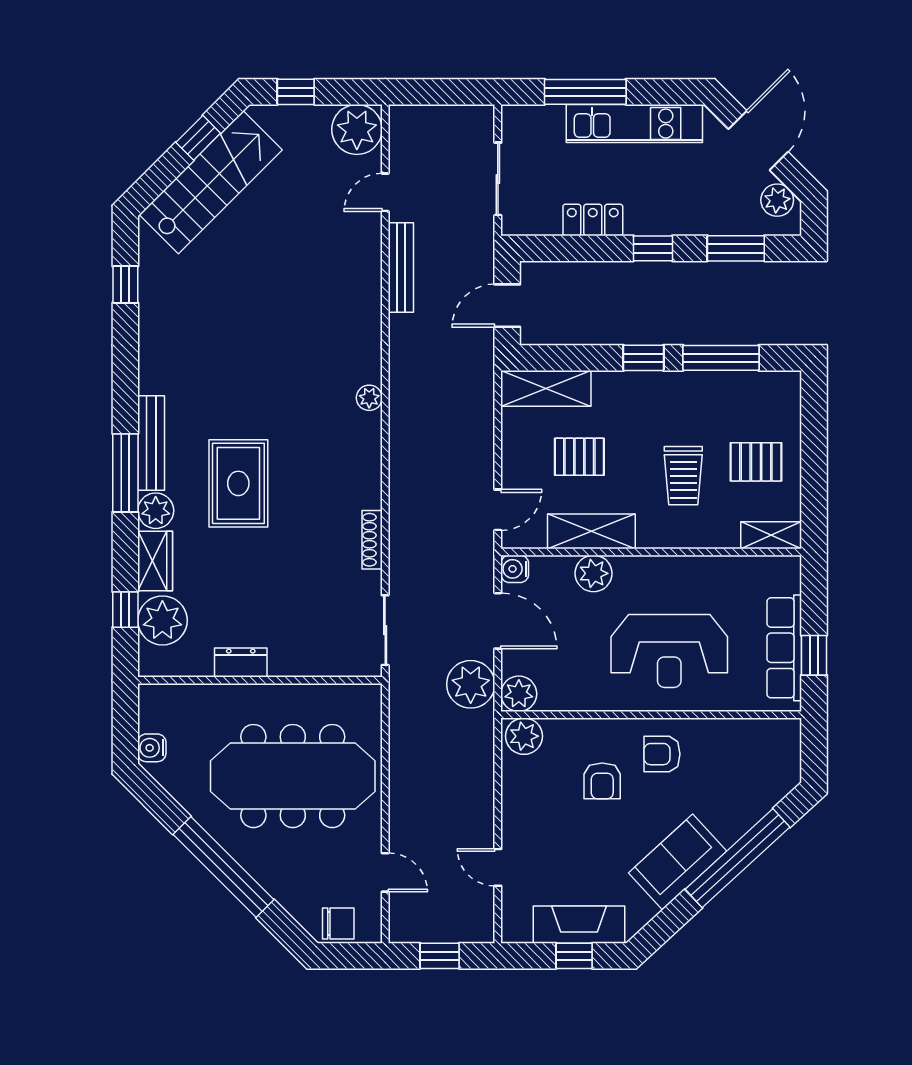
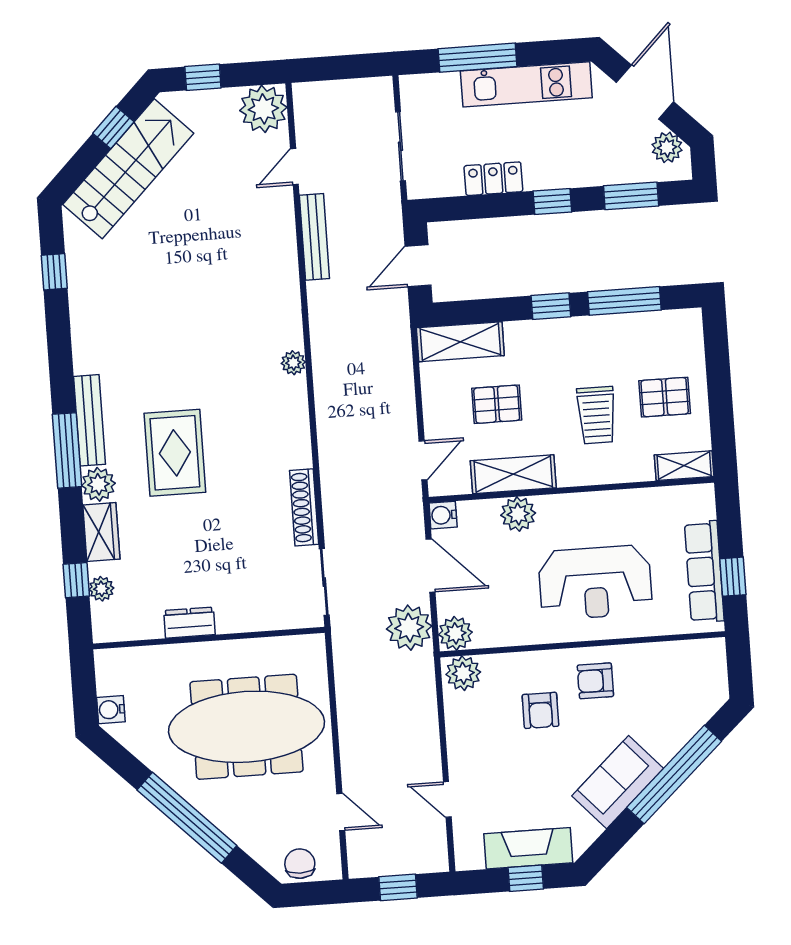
shoe rack: (372, 540) -> (304, 507), width x1.36, depth x1.24
plant: (162, 620) -> (101, 589), width x0.53, depth x0.53
chair: (338, 924) -> (300, 864), turned -90

